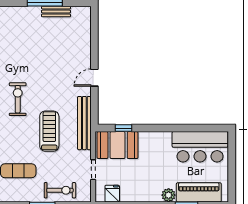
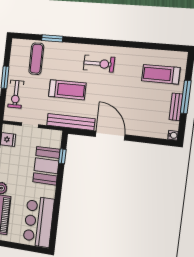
water cooler: (86, 11) -> (173, 135), added
treadmill: (23, 31) -> (161, 74), added
door: (94, 78) -> (110, 136), width x1.87
booth: (118, 145) -> (46, 166), moved

